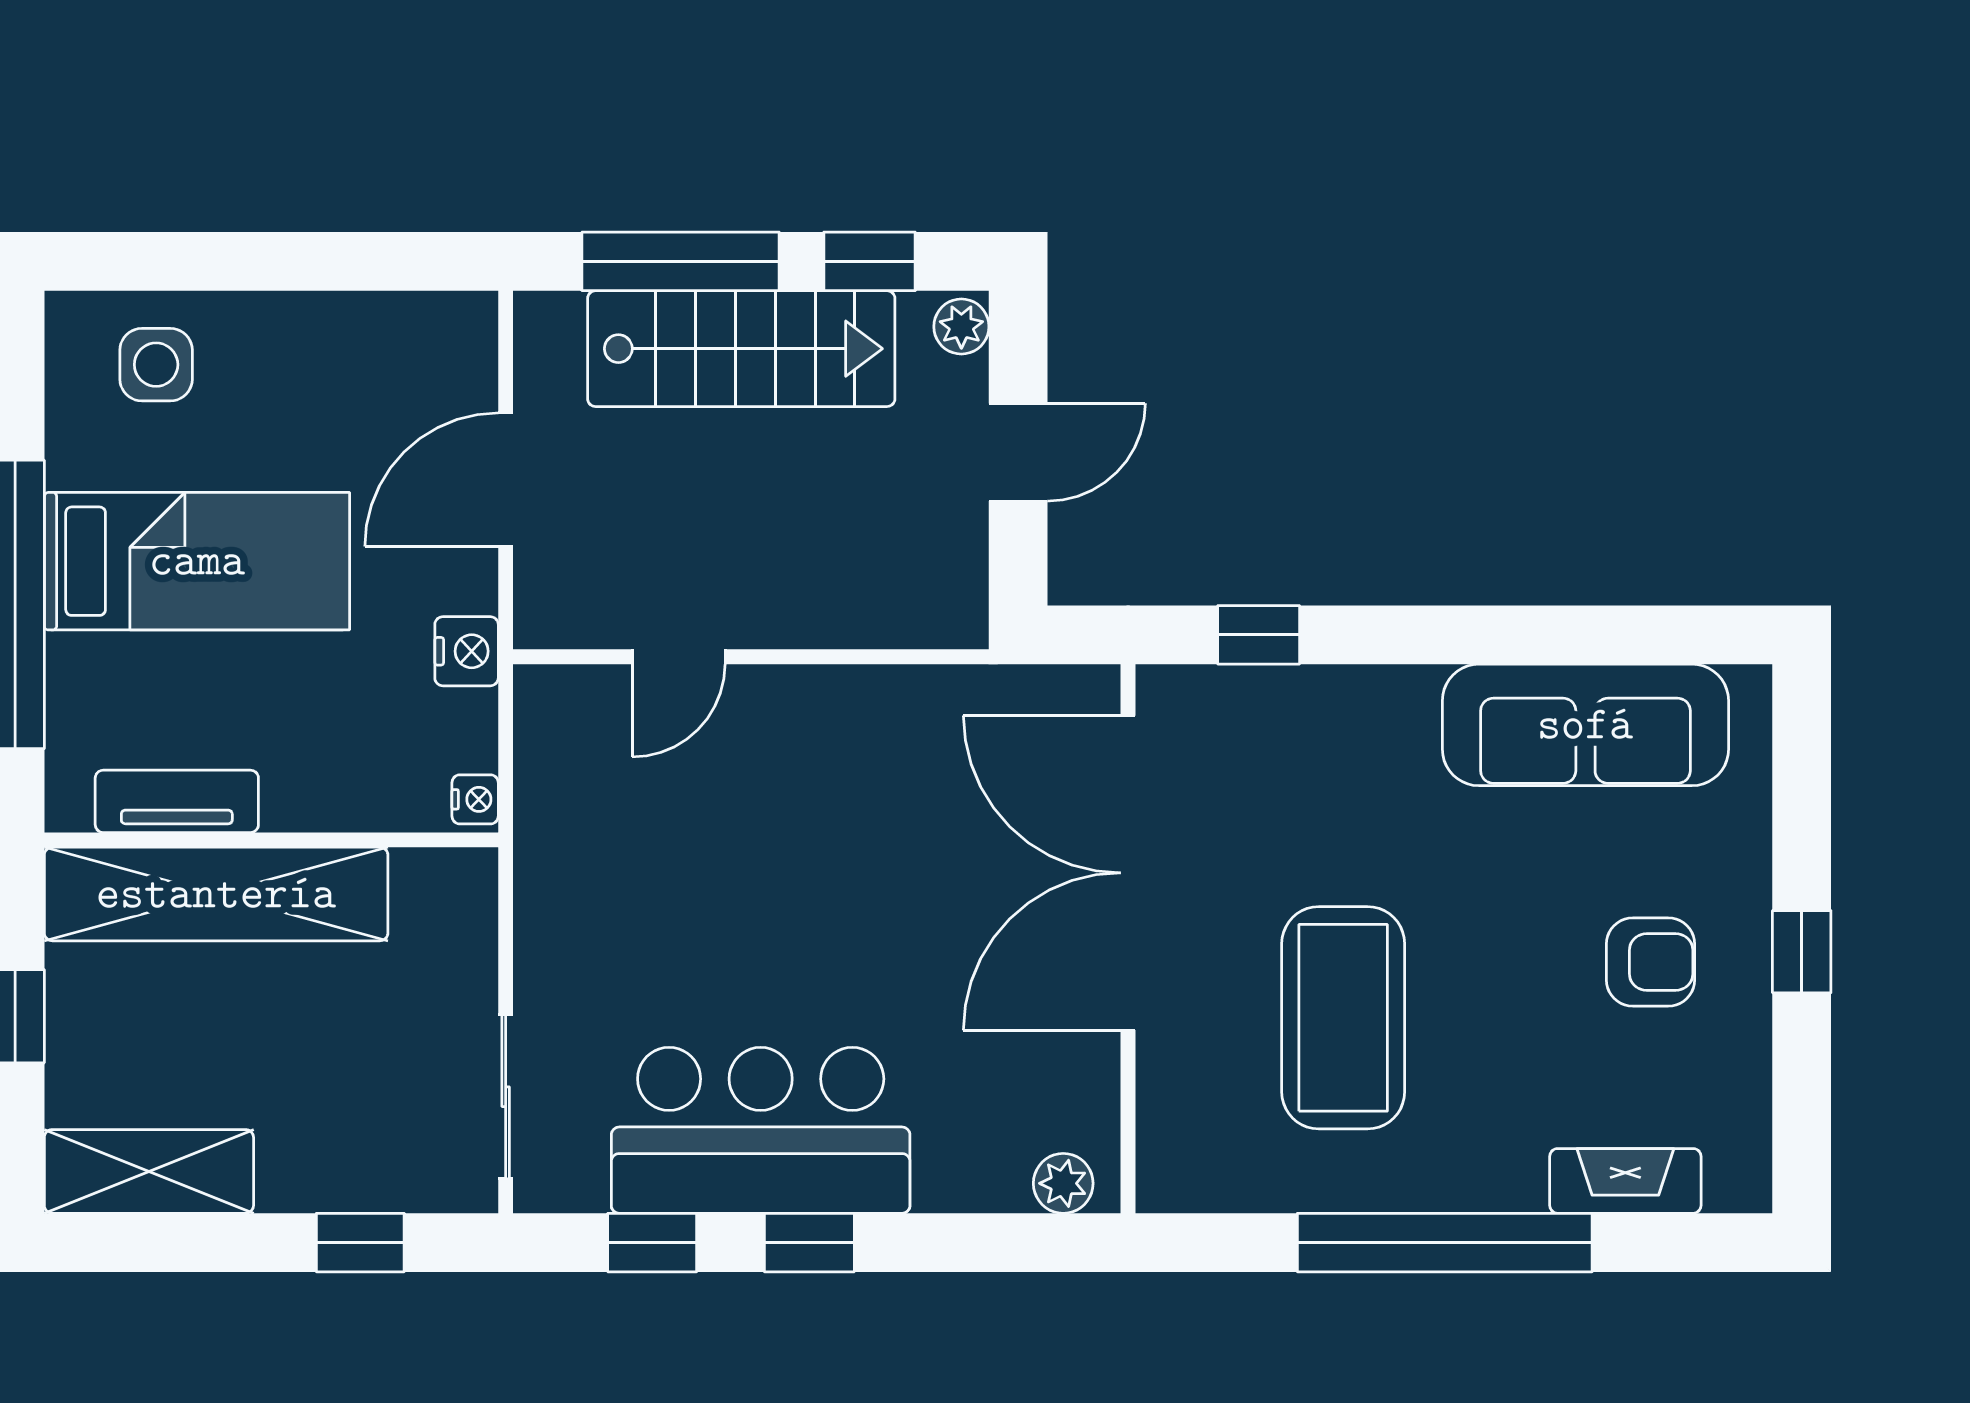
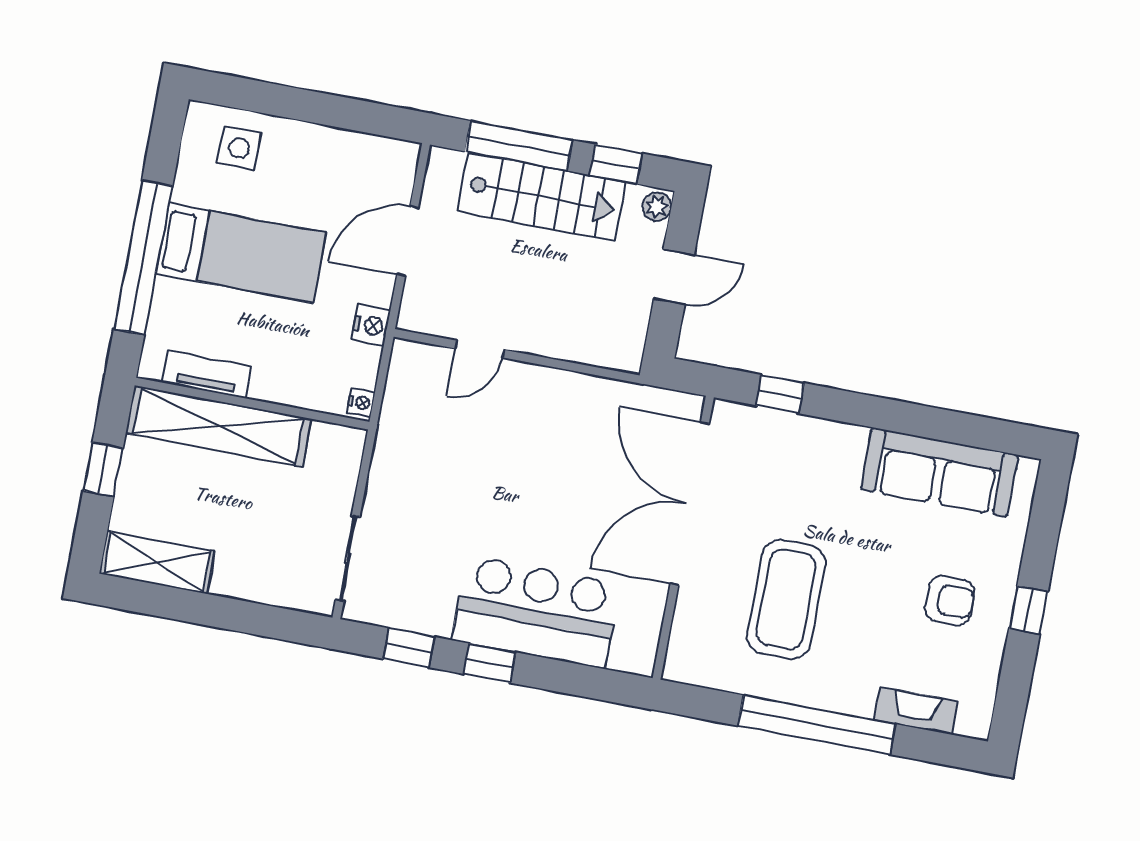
bar counter: (761, 1130) -> (536, 612), moved
plant: (1063, 1183) -> (626, 657), removed
window: (360, 1243) -> (259, 619), removed

